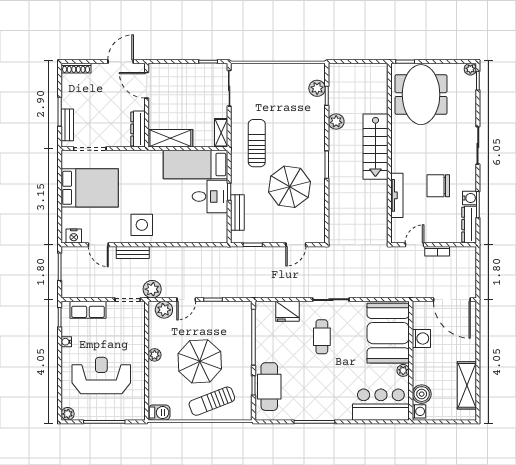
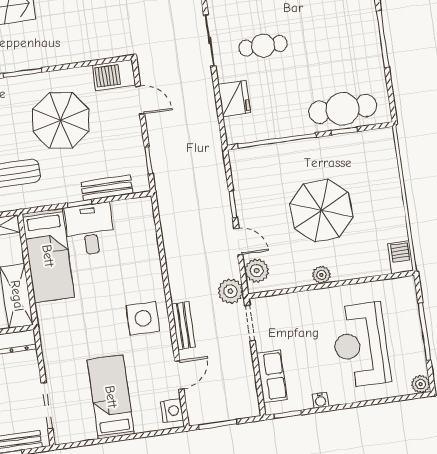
bed: (90, 188) -> (111, 397), width x0.67
barbecue: (316, 229) -> (114, 75), added
sun lounger: (212, 401) -> (374, 186), removed

